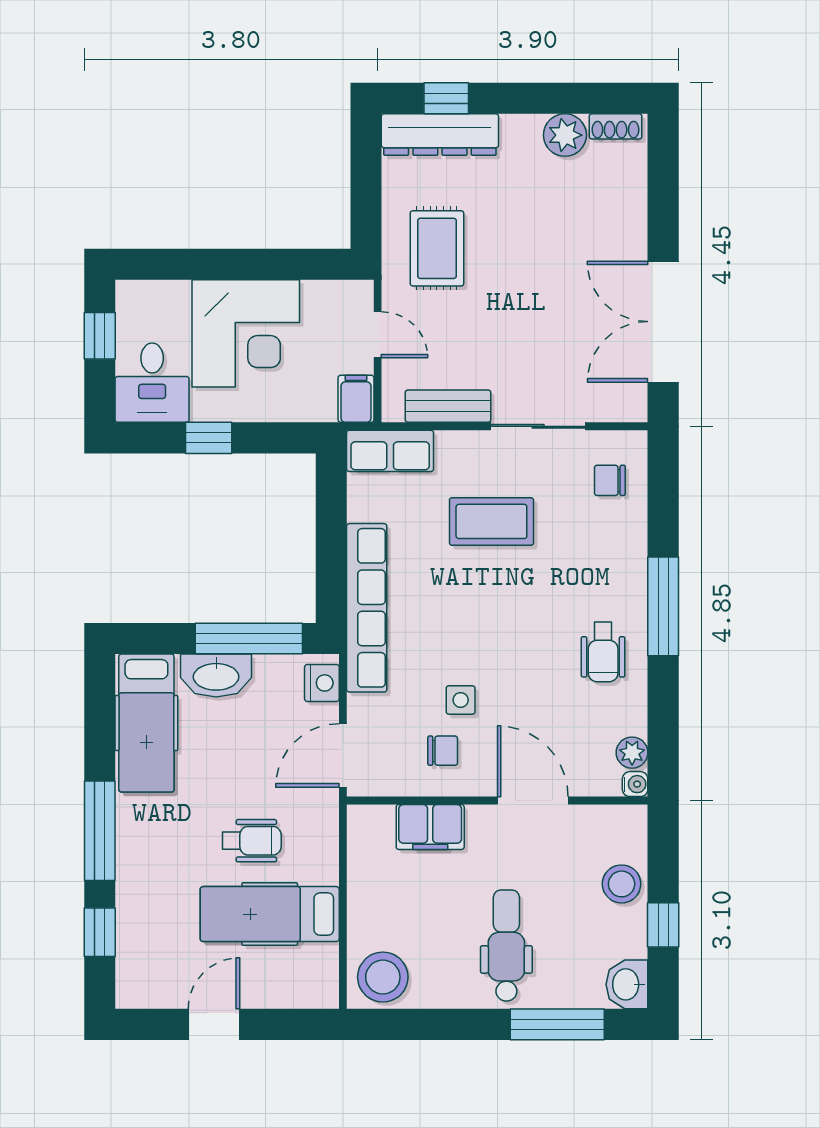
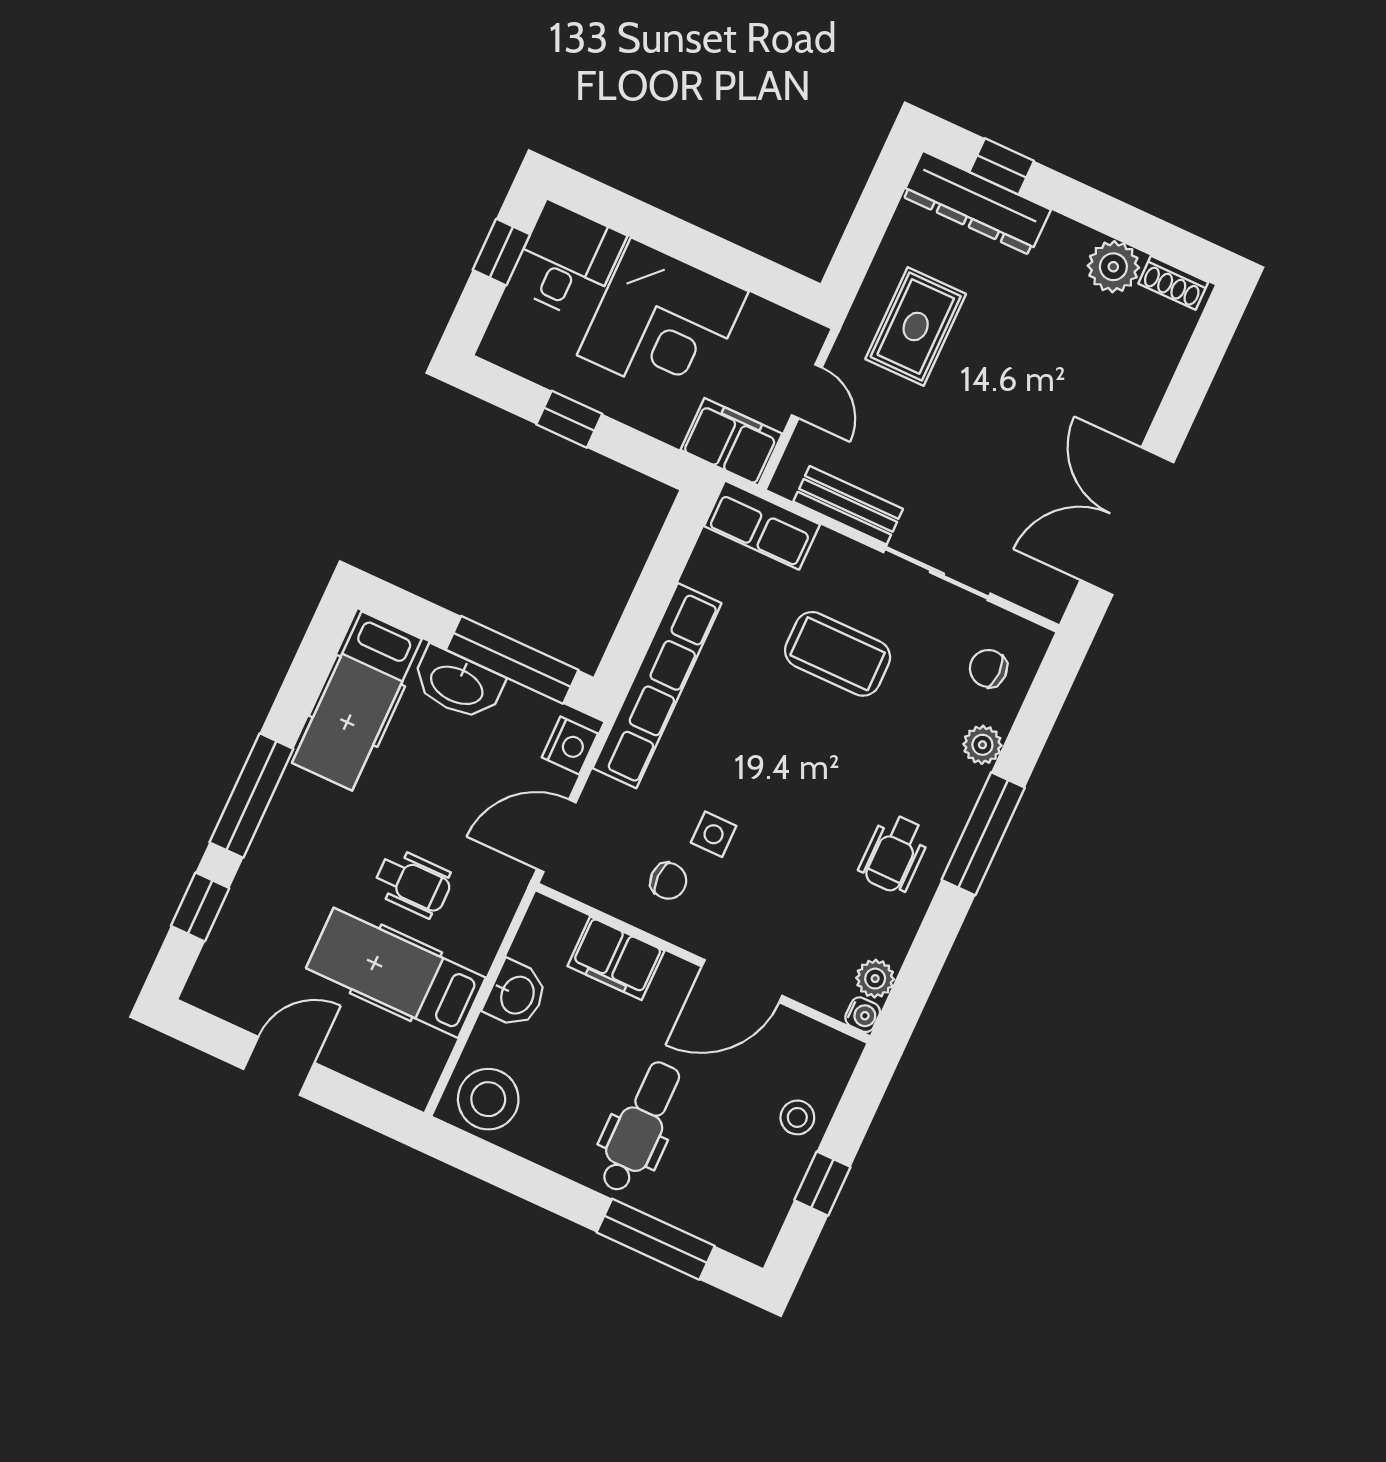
desk: (152, 383) -> (567, 261), moved, turned 180
filing cabinet: (356, 399) -> (731, 442), width x2.00
plant: (632, 540) -> (982, 745), added
door: (533, 801) -> (742, 981), swing flipped
stool: (622, 884) -> (797, 1117), width x0.73, depth x0.73
washbasin: (627, 984) -> (516, 994), moved, turned 180

